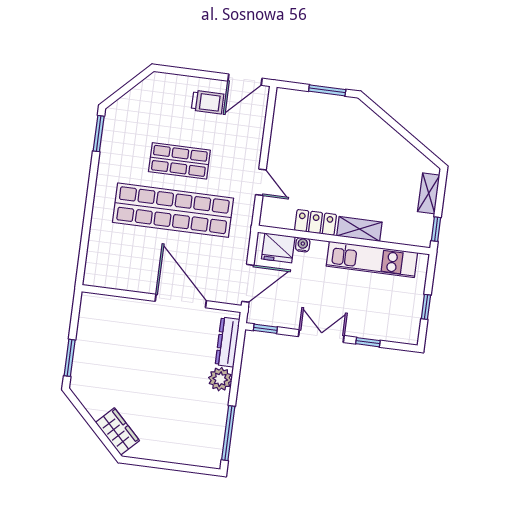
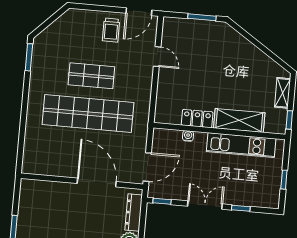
trolley: (208, 102) -> (111, 30), turned 90
door: (261, 182) -> (157, 57), moved
shelving: (359, 229) -> (239, 120), width x1.50, depth x1.33
fridge: (278, 248) -> (169, 139), removed

